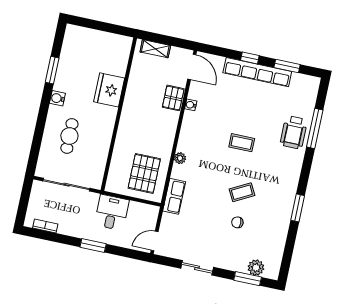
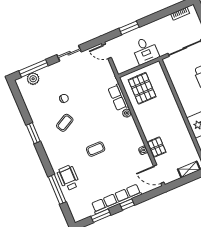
coffee table: (242, 192) -> (65, 123), moved
row of seats: (174, 196) -> (118, 97), moved
door: (155, 241) -> (107, 51), swing flipped
window: (93, 246) -> (129, 28), moved
window: (248, 279) -> (34, 68), width x1.44

